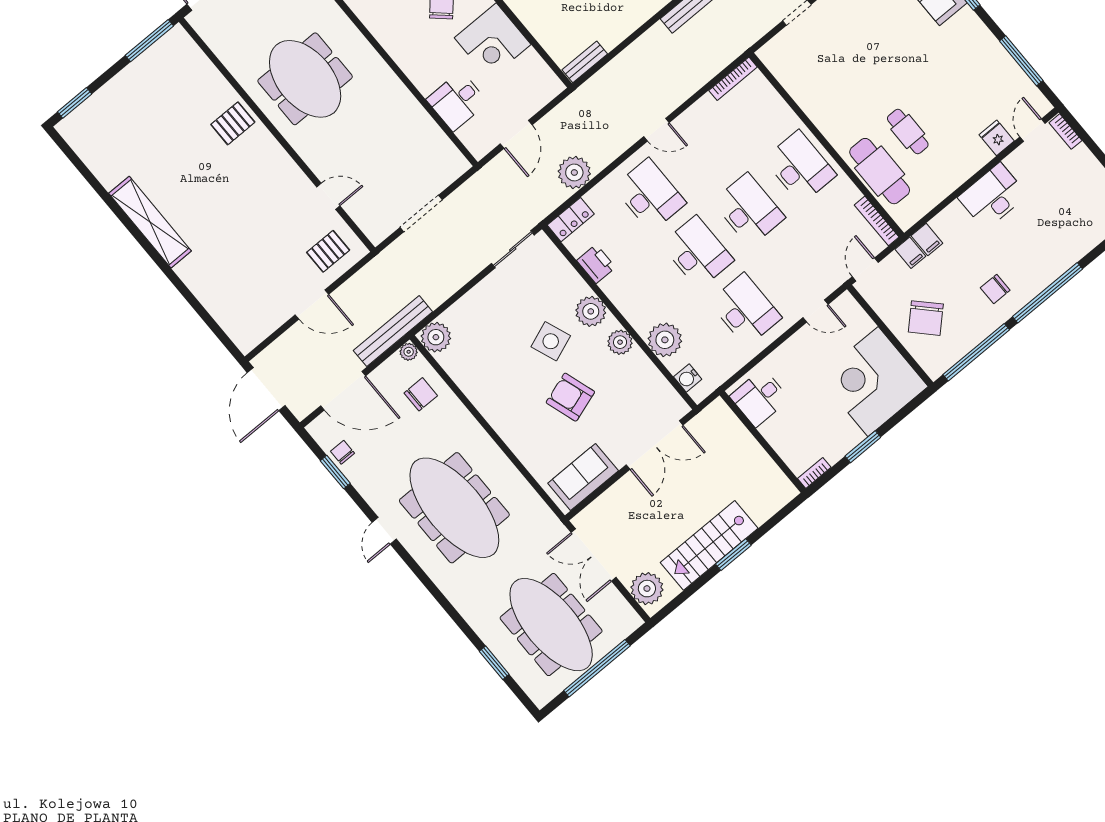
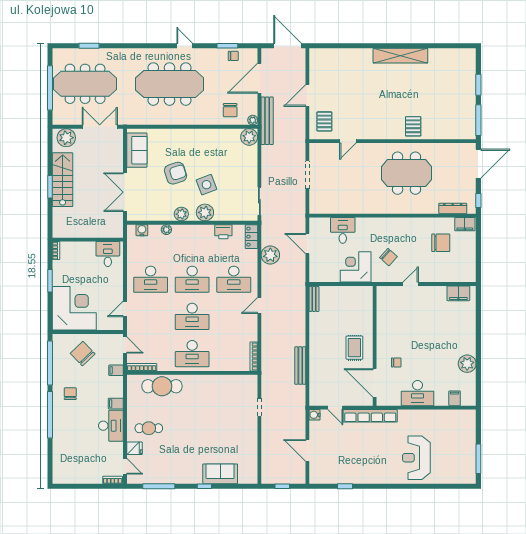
window: (75, 103) -> (478, 85), moved
cafe table: (908, 131) -> (149, 428), moved
filing cabinet: (927, 239) -> (116, 404), moved
plant: (665, 340) -> (166, 230), width x0.53, depth x0.53

